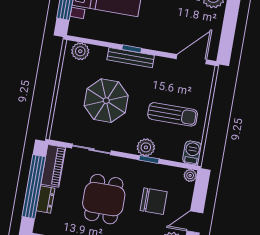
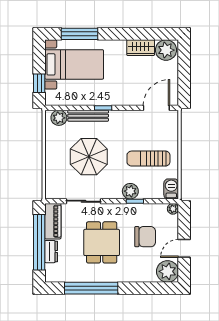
bench: (131, 58) -> (88, 116), moved
sun lounger: (173, 114) -> (148, 159), turned 180

